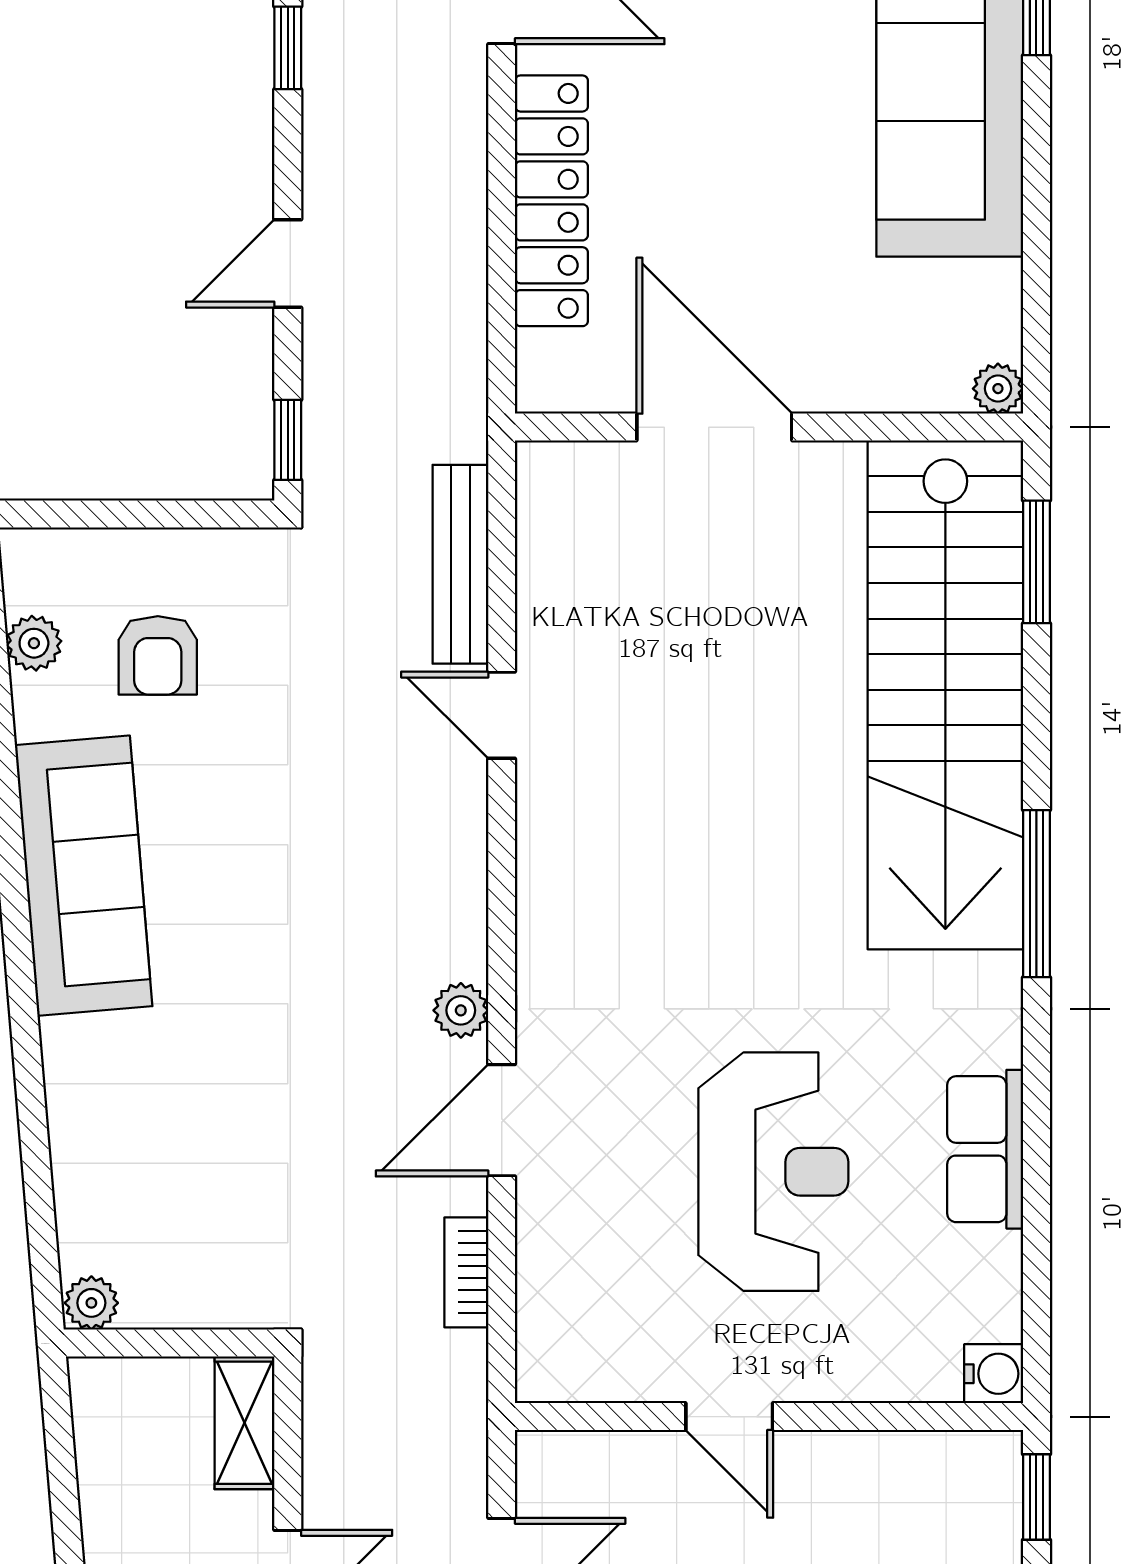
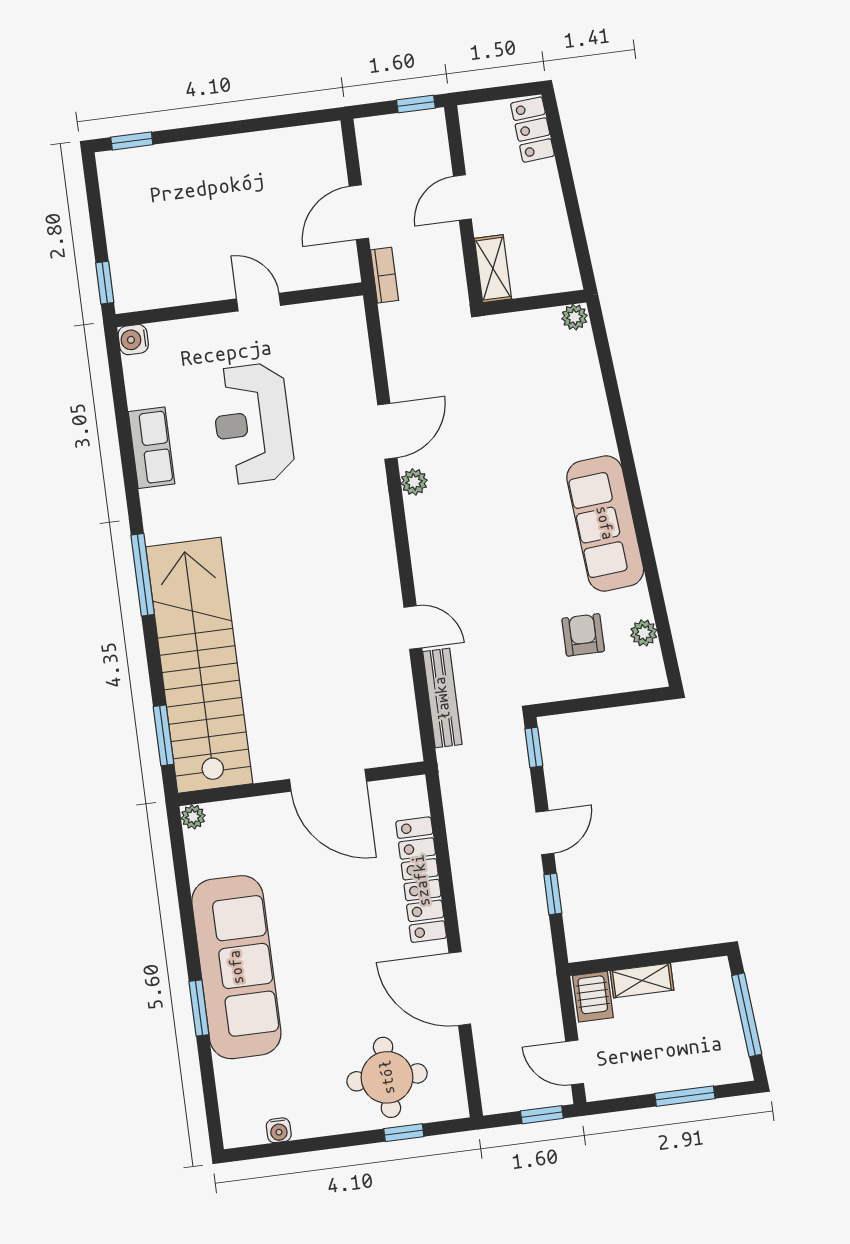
window: (288, 48) -> (553, 894), moved
bookcase: (466, 1272) -> (385, 275), moved

